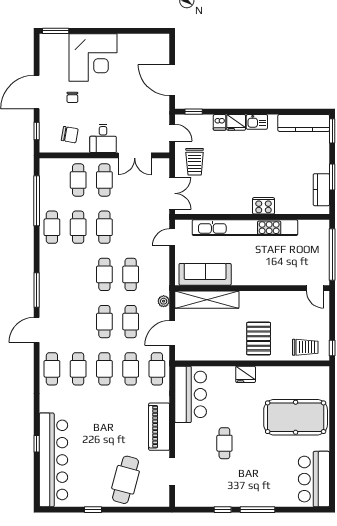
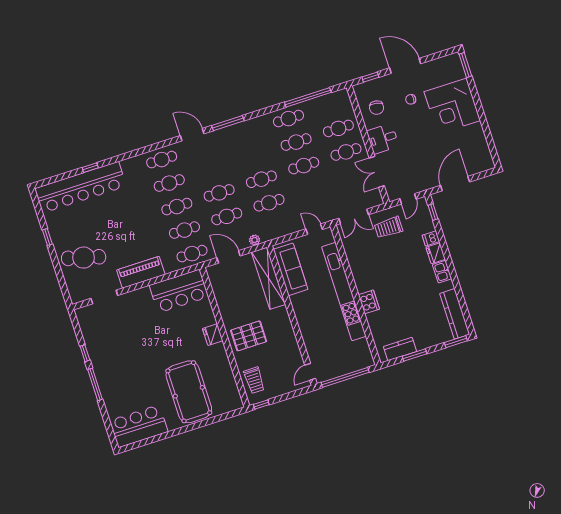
cafe table: (224, 443) -> (145, 336), removed

